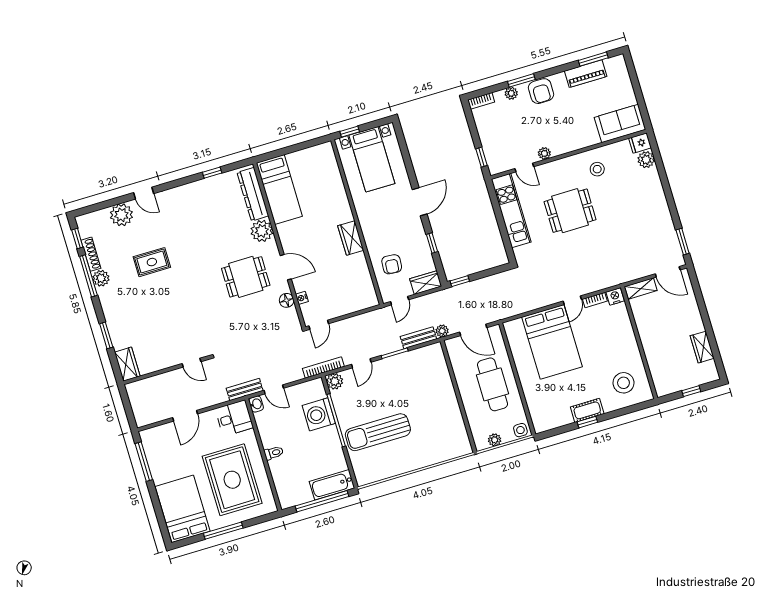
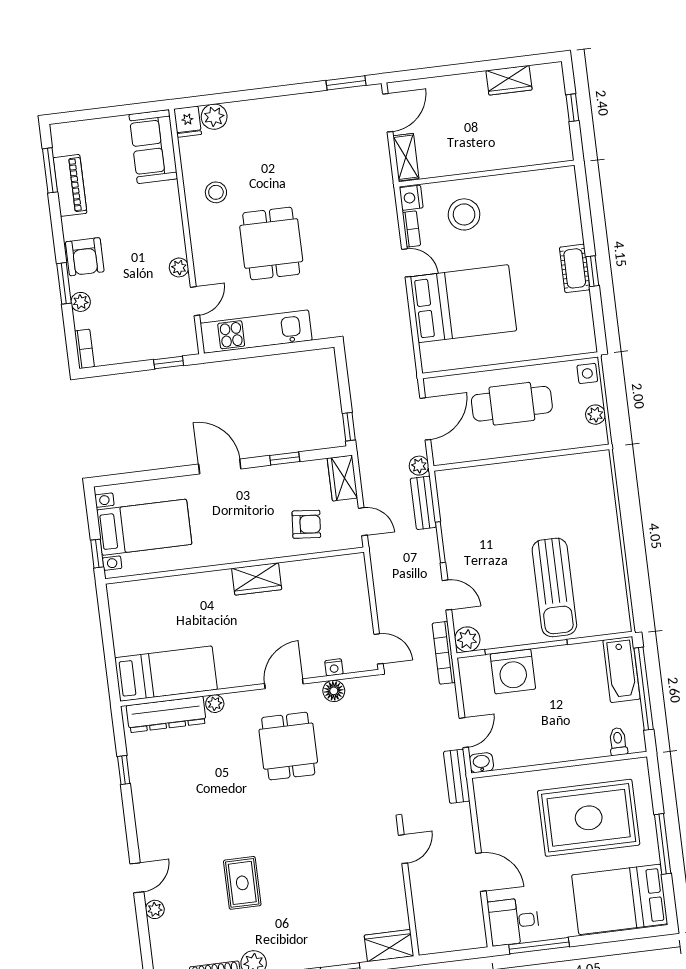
armchair: (541, 91) -> (85, 257), turned 90
plant: (121, 215) -> (155, 909), width x0.53, depth x0.53
plant: (262, 231) -> (215, 704), width x0.53, depth x0.53
stool: (624, 383) -> (464, 214), moved
desk: (234, 418) -> (514, 921), moved, turned -90
toilet: (274, 453) -> (618, 742), moved

